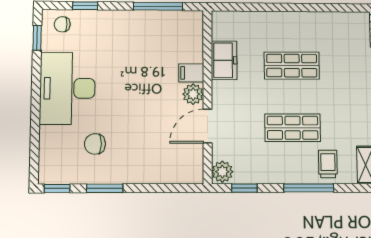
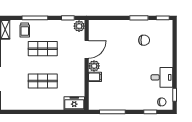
freezer: (224, 60) -> (74, 103), moved, turned 90
desk: (67, 88) -> (162, 77), width x0.53, depth x0.77

